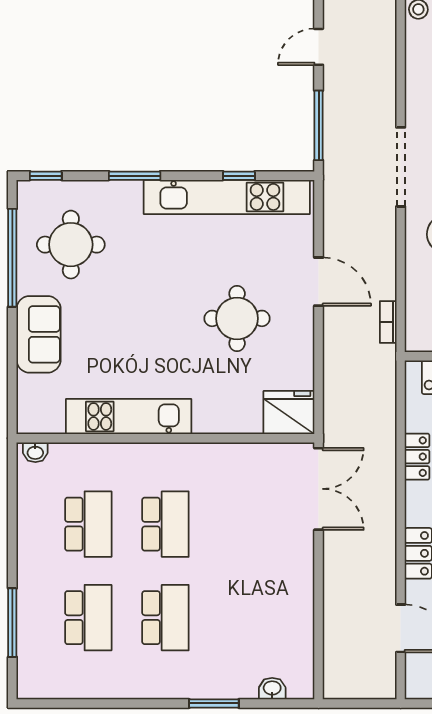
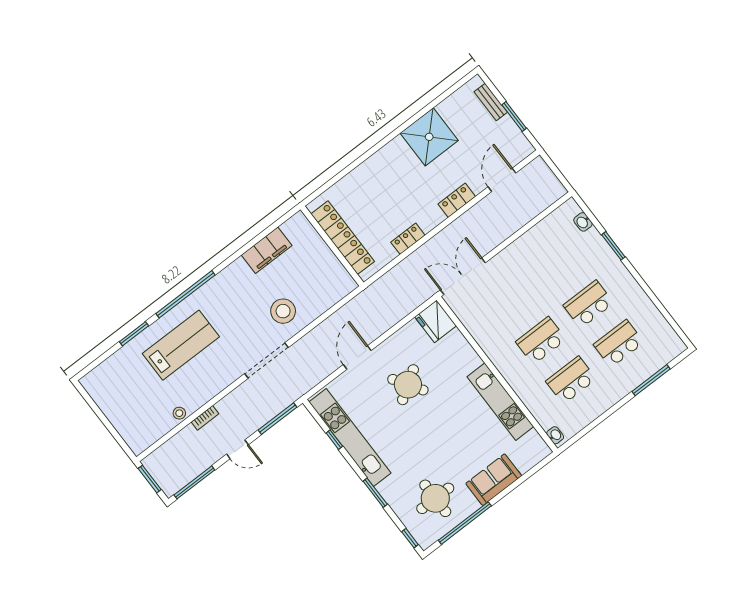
round table: (237, 318) -> (408, 385), turned -33
bookcase: (388, 322) -> (205, 418), moved

